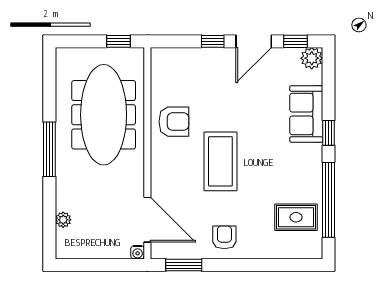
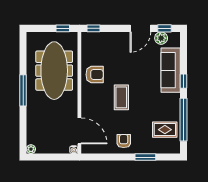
window: (213, 41) -> (93, 28), moved
plant: (312, 58) -> (161, 38), moved
sofa: (306, 114) -> (171, 70), width x1.36
coffee table: (220, 161) -> (121, 97), width x0.73, depth x0.76
plant: (63, 220) -> (31, 149), moved
window: (184, 265) -> (145, 157), moved

